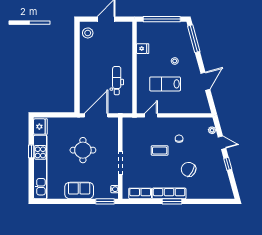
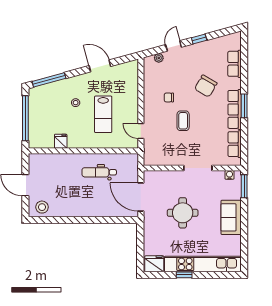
row of seats: (207, 193) -> (235, 64), added

